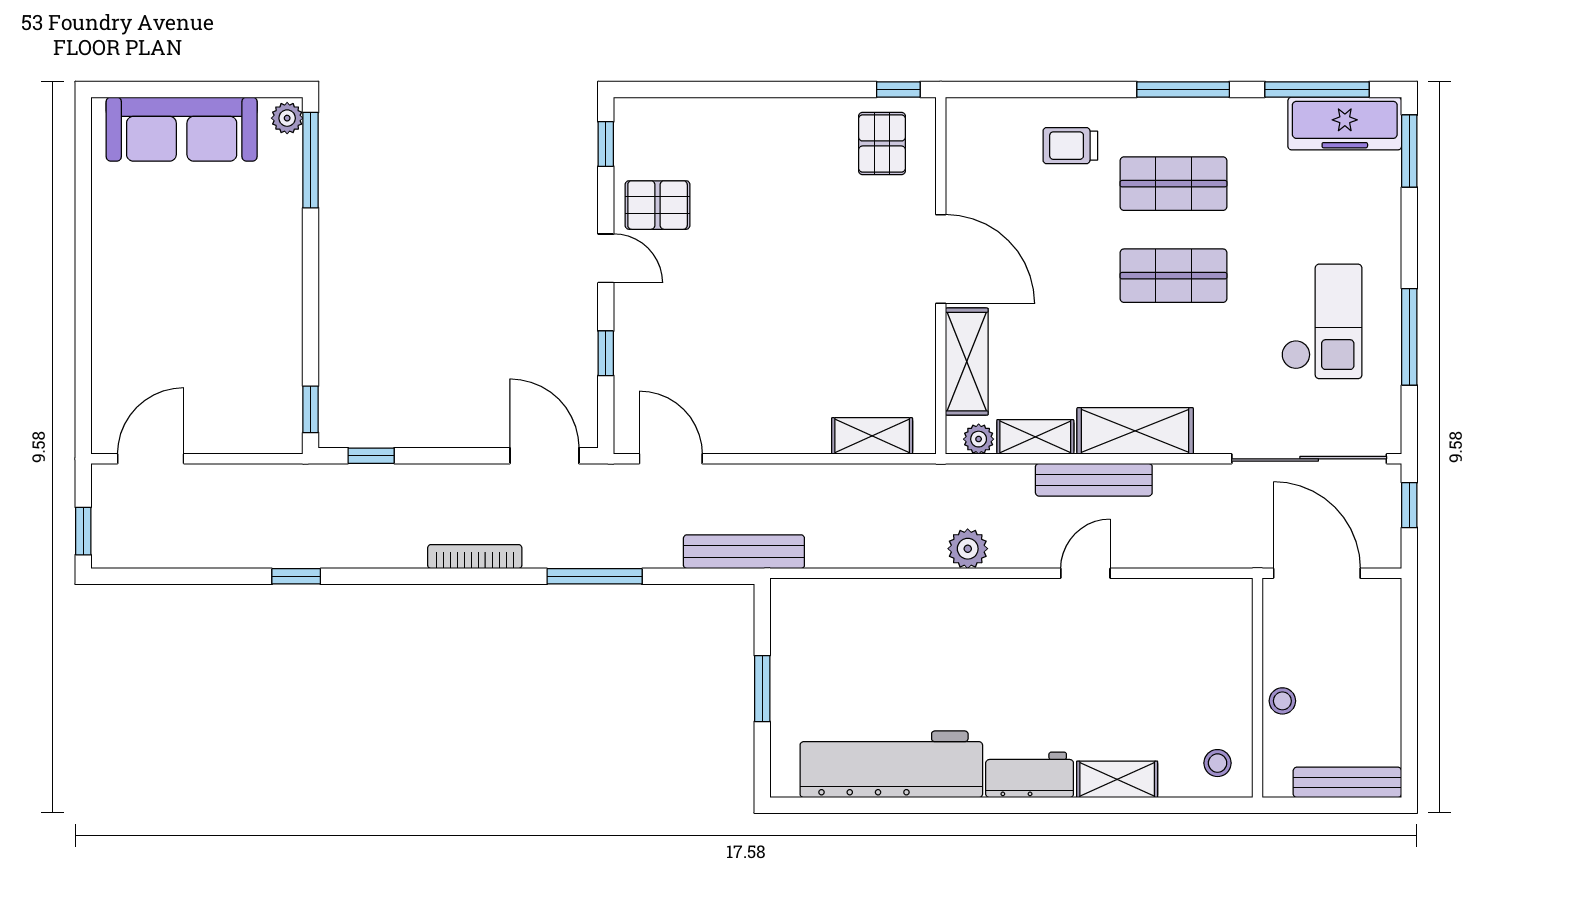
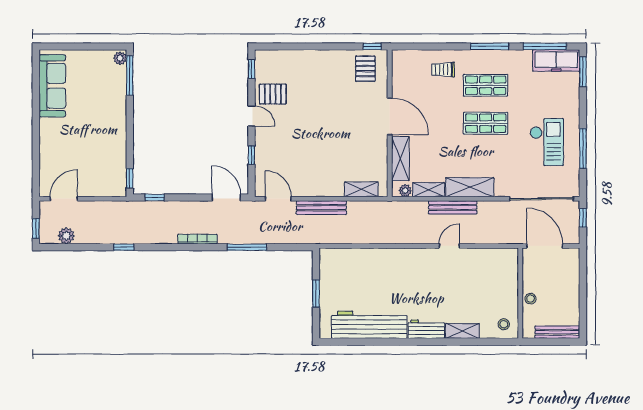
sofa: (182, 129) -> (52, 86), moved, turned -90
plant: (968, 549) -> (66, 236), moved
bench: (744, 552) -> (321, 208), moved

